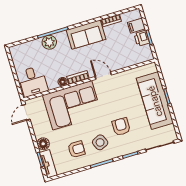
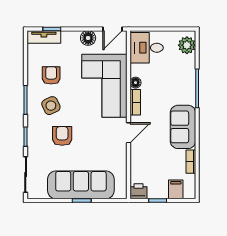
printer: (142, 38) -> (138, 191), moved
plant: (49, 42) -> (187, 45), moved
door: (26, 112) -> (112, 29), swing flipped
armchair: (121, 127) -> (62, 136), turned -91
floor lamp: (43, 144) -> (88, 38), moved
armchair: (77, 149) -> (51, 75), turned 180

